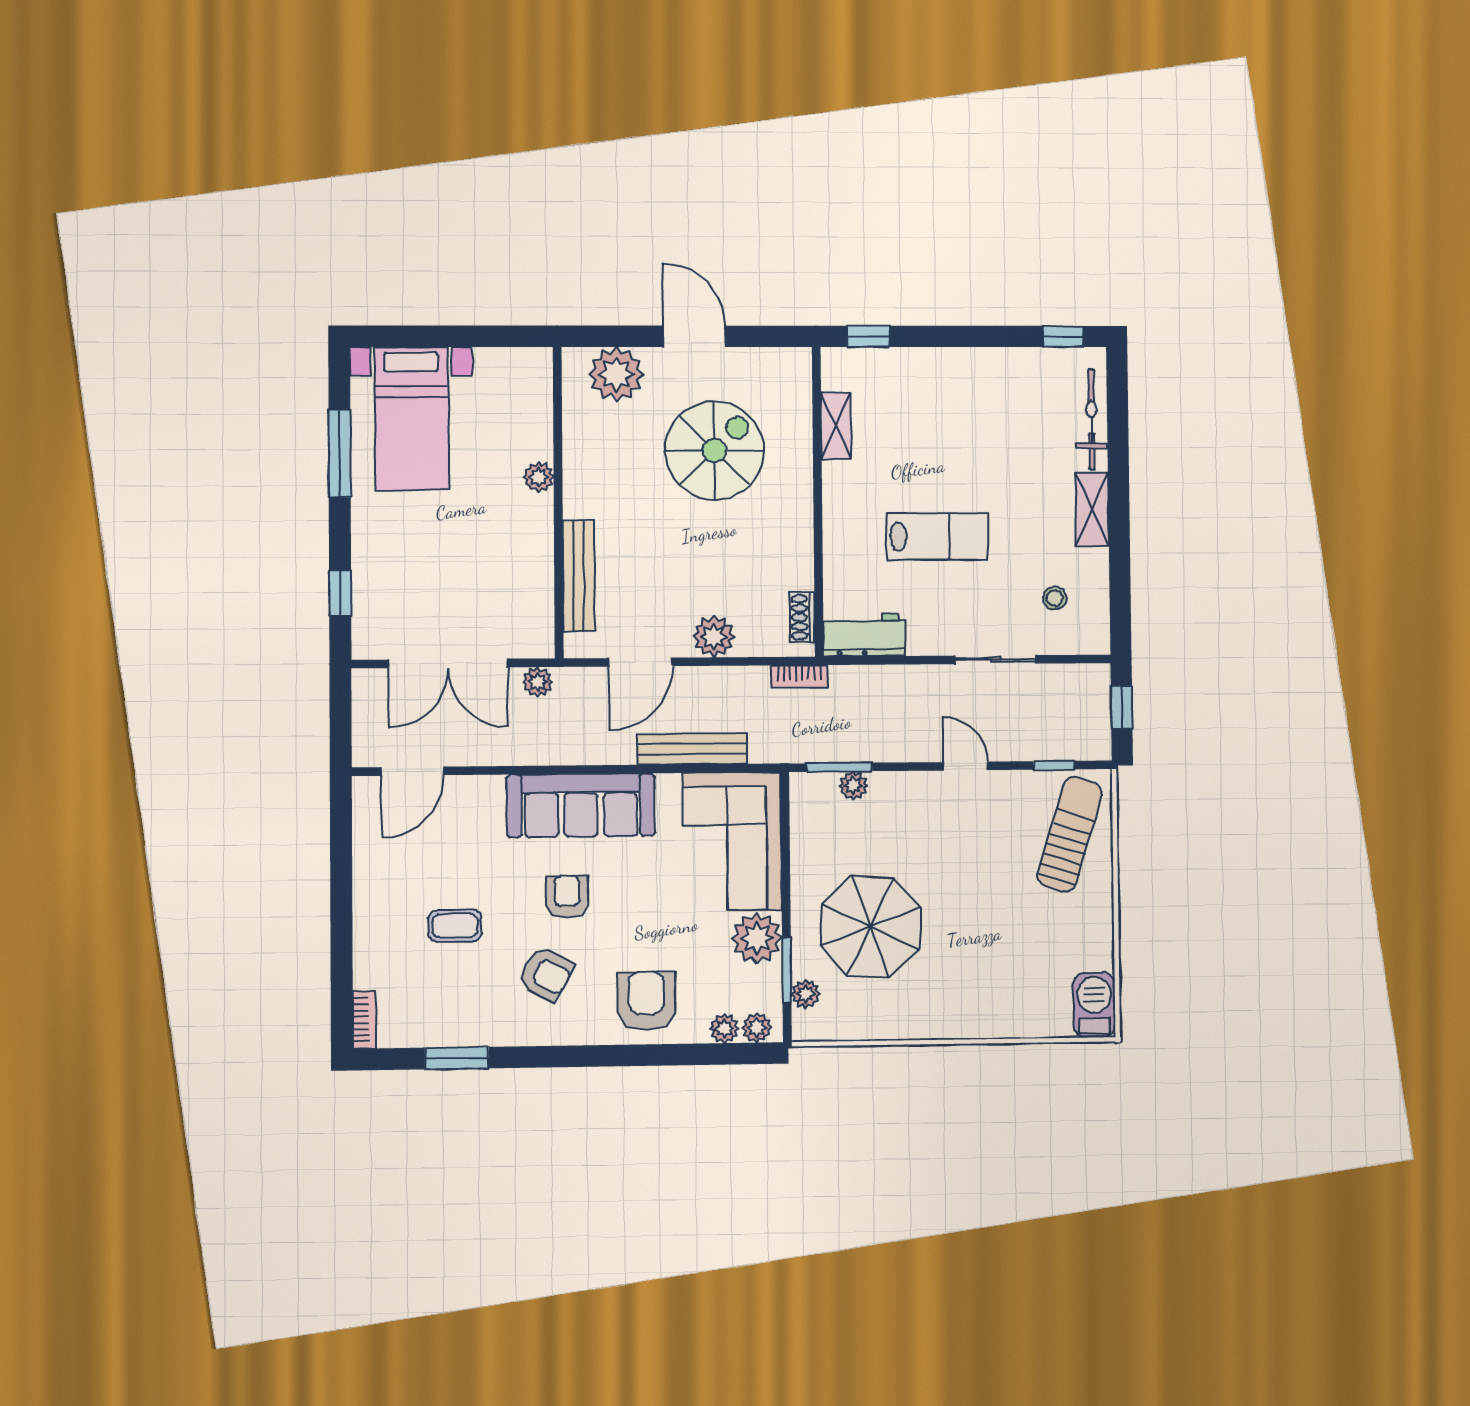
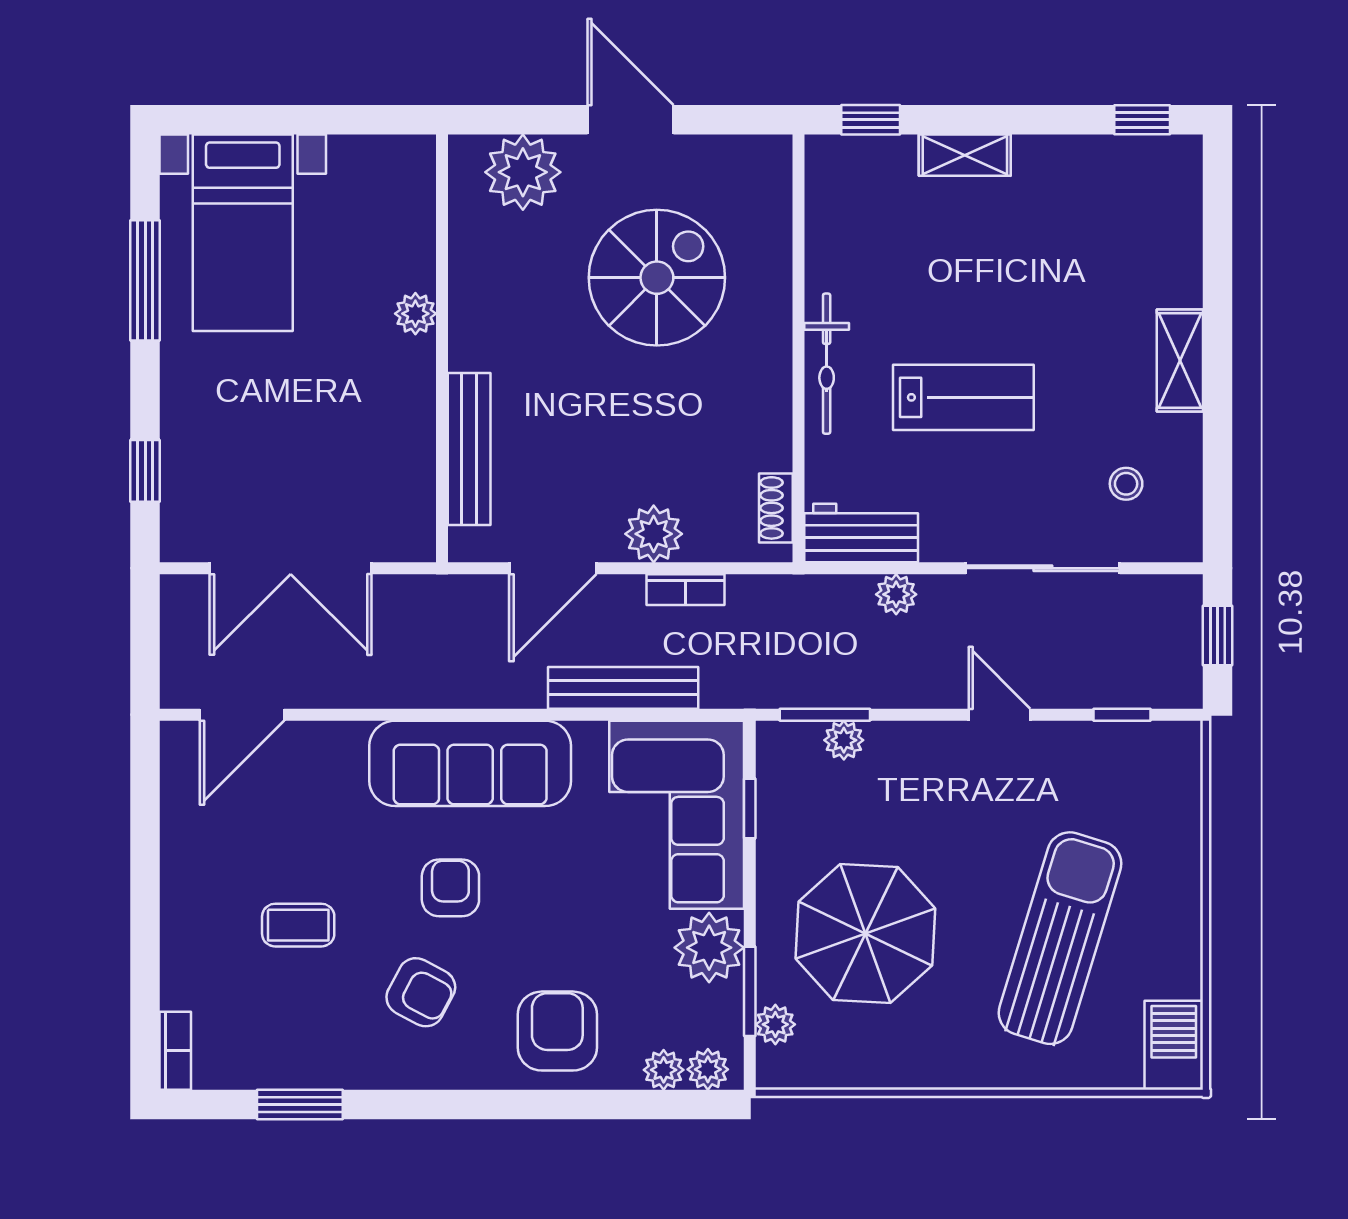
bicycle: (1091, 419) -> (827, 364), moved, turned 180
shelving: (836, 426) -> (965, 155), moved, turned 90
sliding door: (996, 660) -> (1043, 568), width x1.37
bookcase: (799, 677) -> (686, 590), moved
plant: (538, 682) -> (896, 594), moved
sun lounger: (1070, 834) -> (1060, 938), moved, width x1.36, depth x1.34
window: (785, 836) -> (750, 809), added

